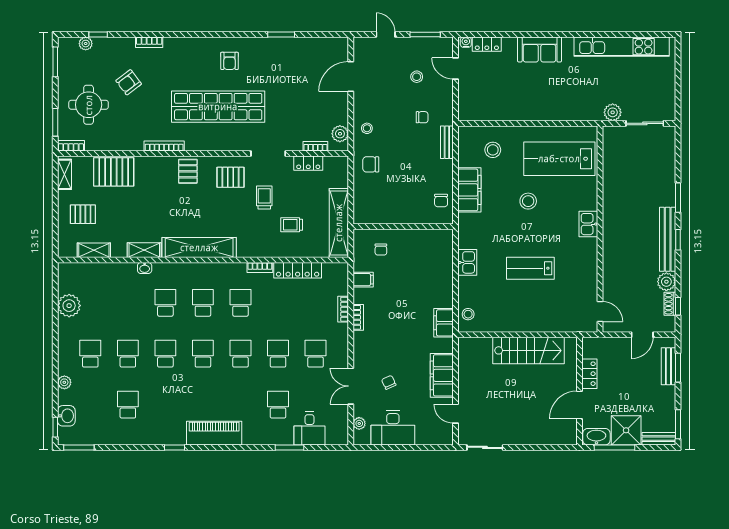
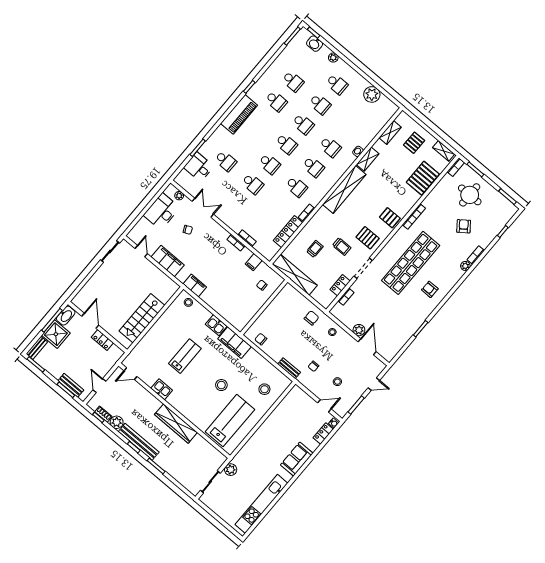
plant: (86, 44) -> (465, 266), moved
plant: (340, 134) -> (359, 330), moved
pallet: (230, 177) -> (368, 238), turned 90
filing cabinet: (469, 190) -> (235, 343), moved
wardrobe: (613, 215) -> (176, 424), added
kitchen sink: (588, 224) -> (162, 389), moved
school desk: (316, 354) -> (276, 101), moved
door: (455, 414) -> (141, 251), hinge flipped

